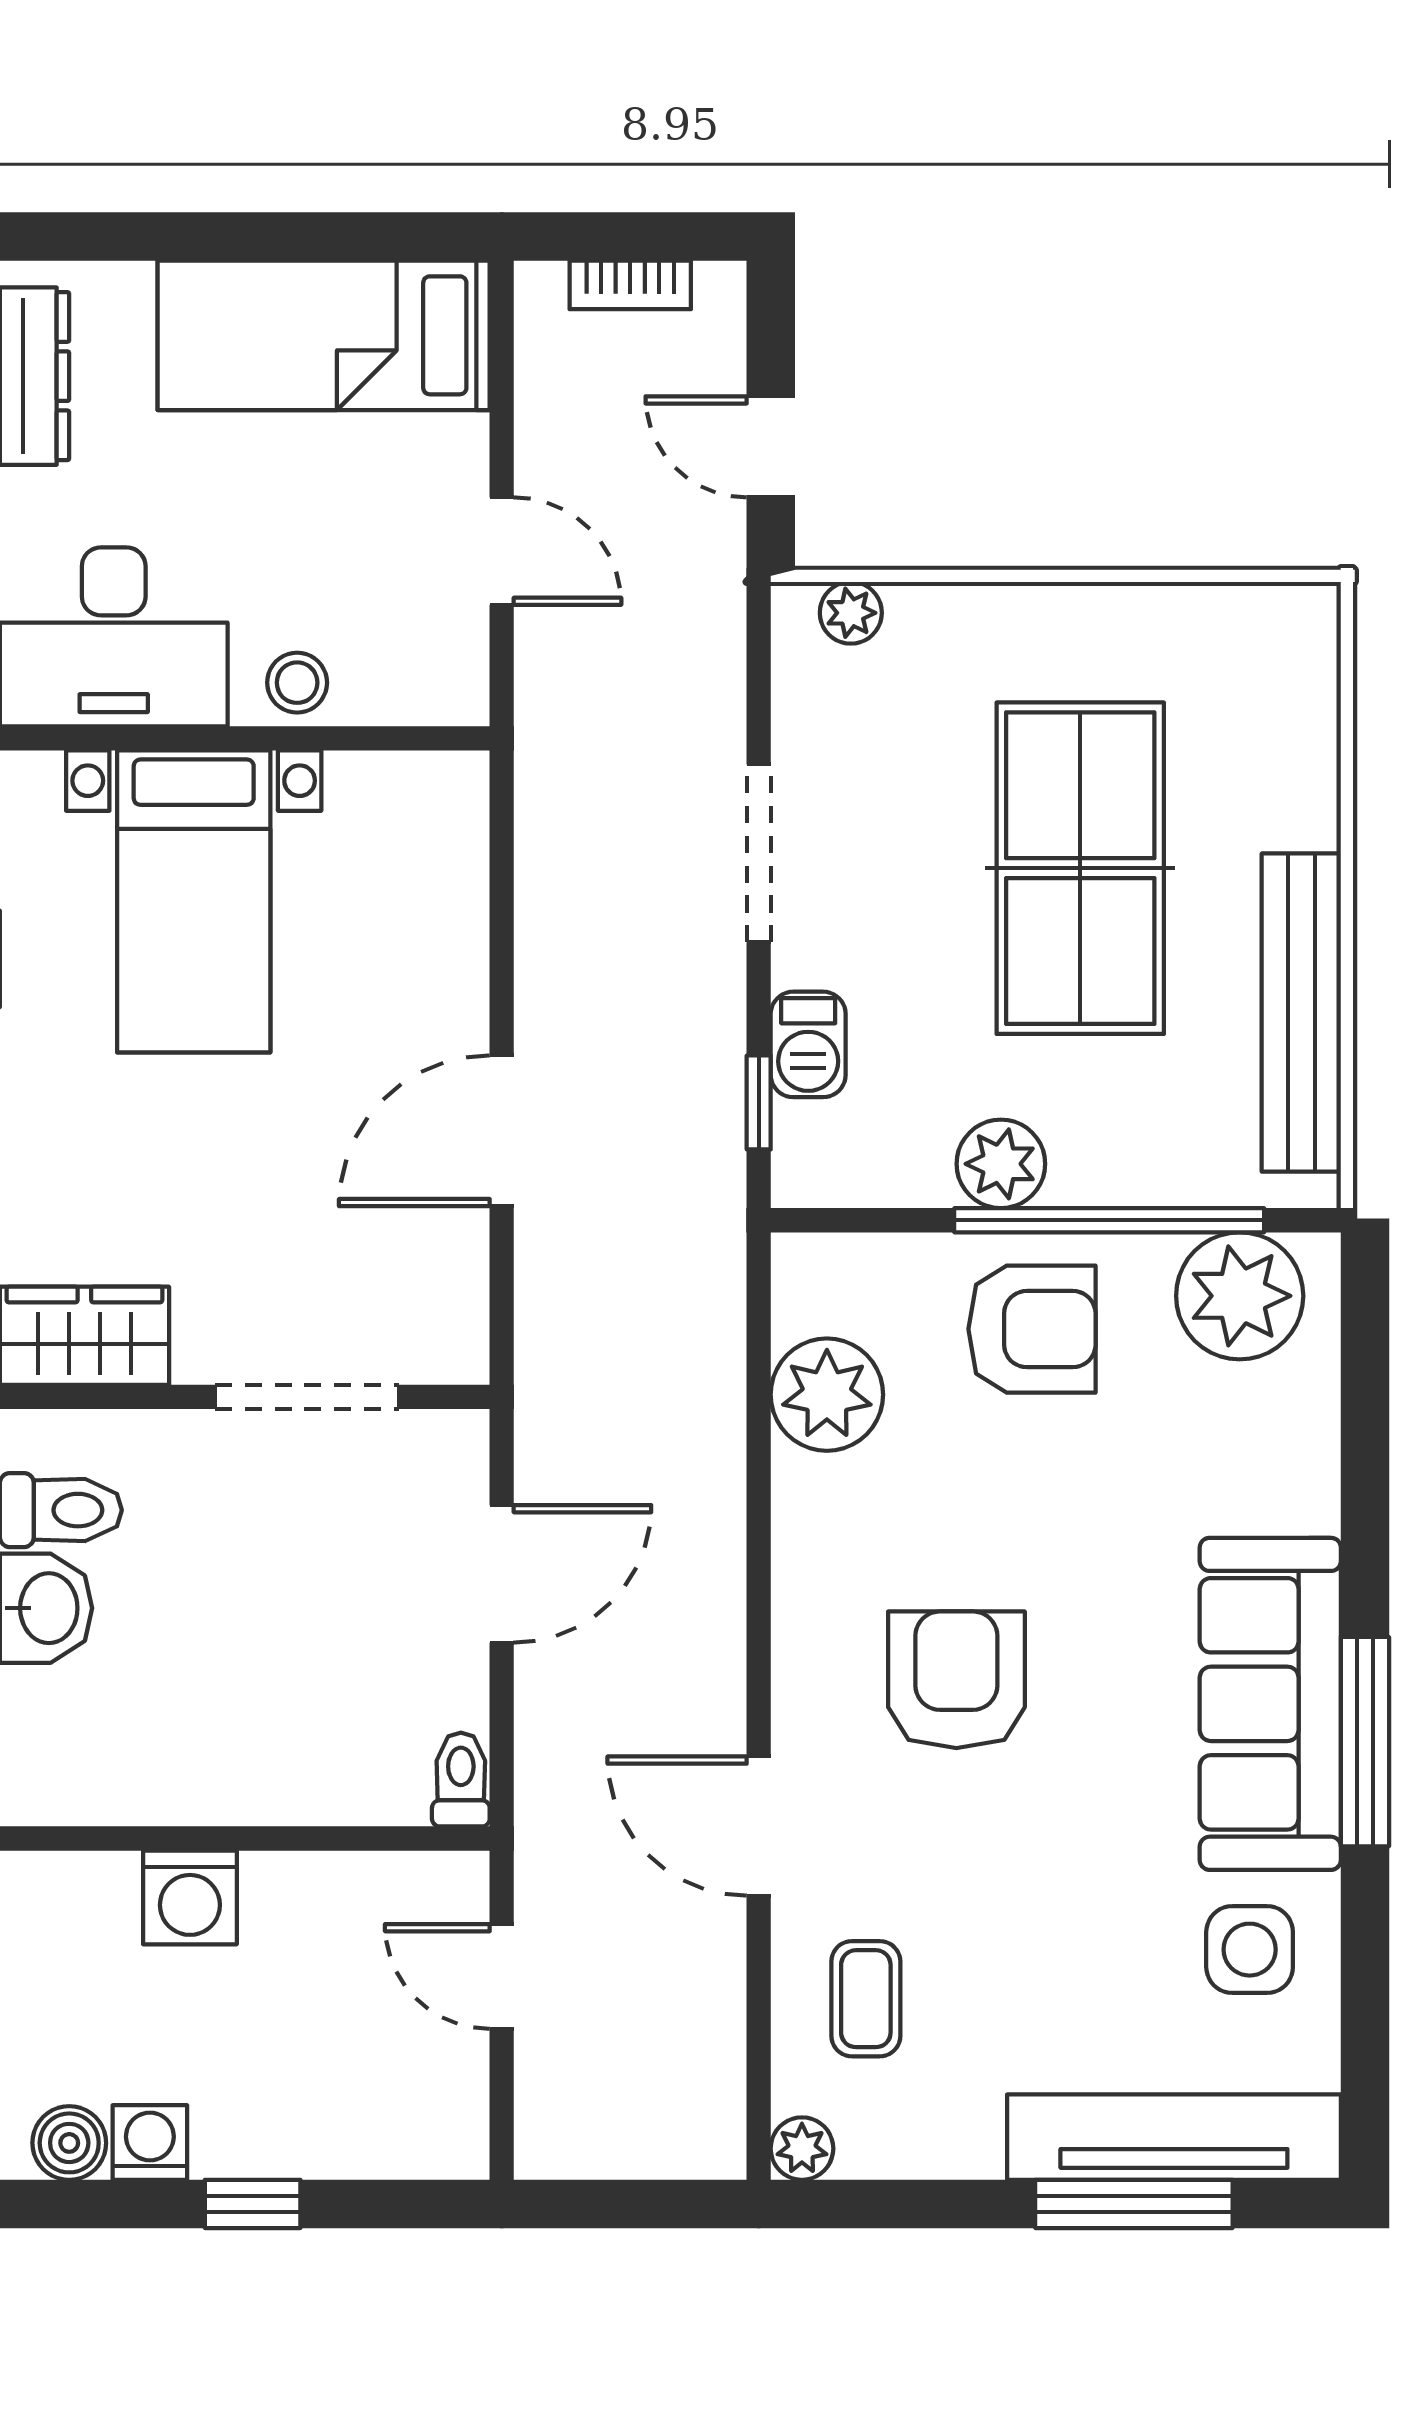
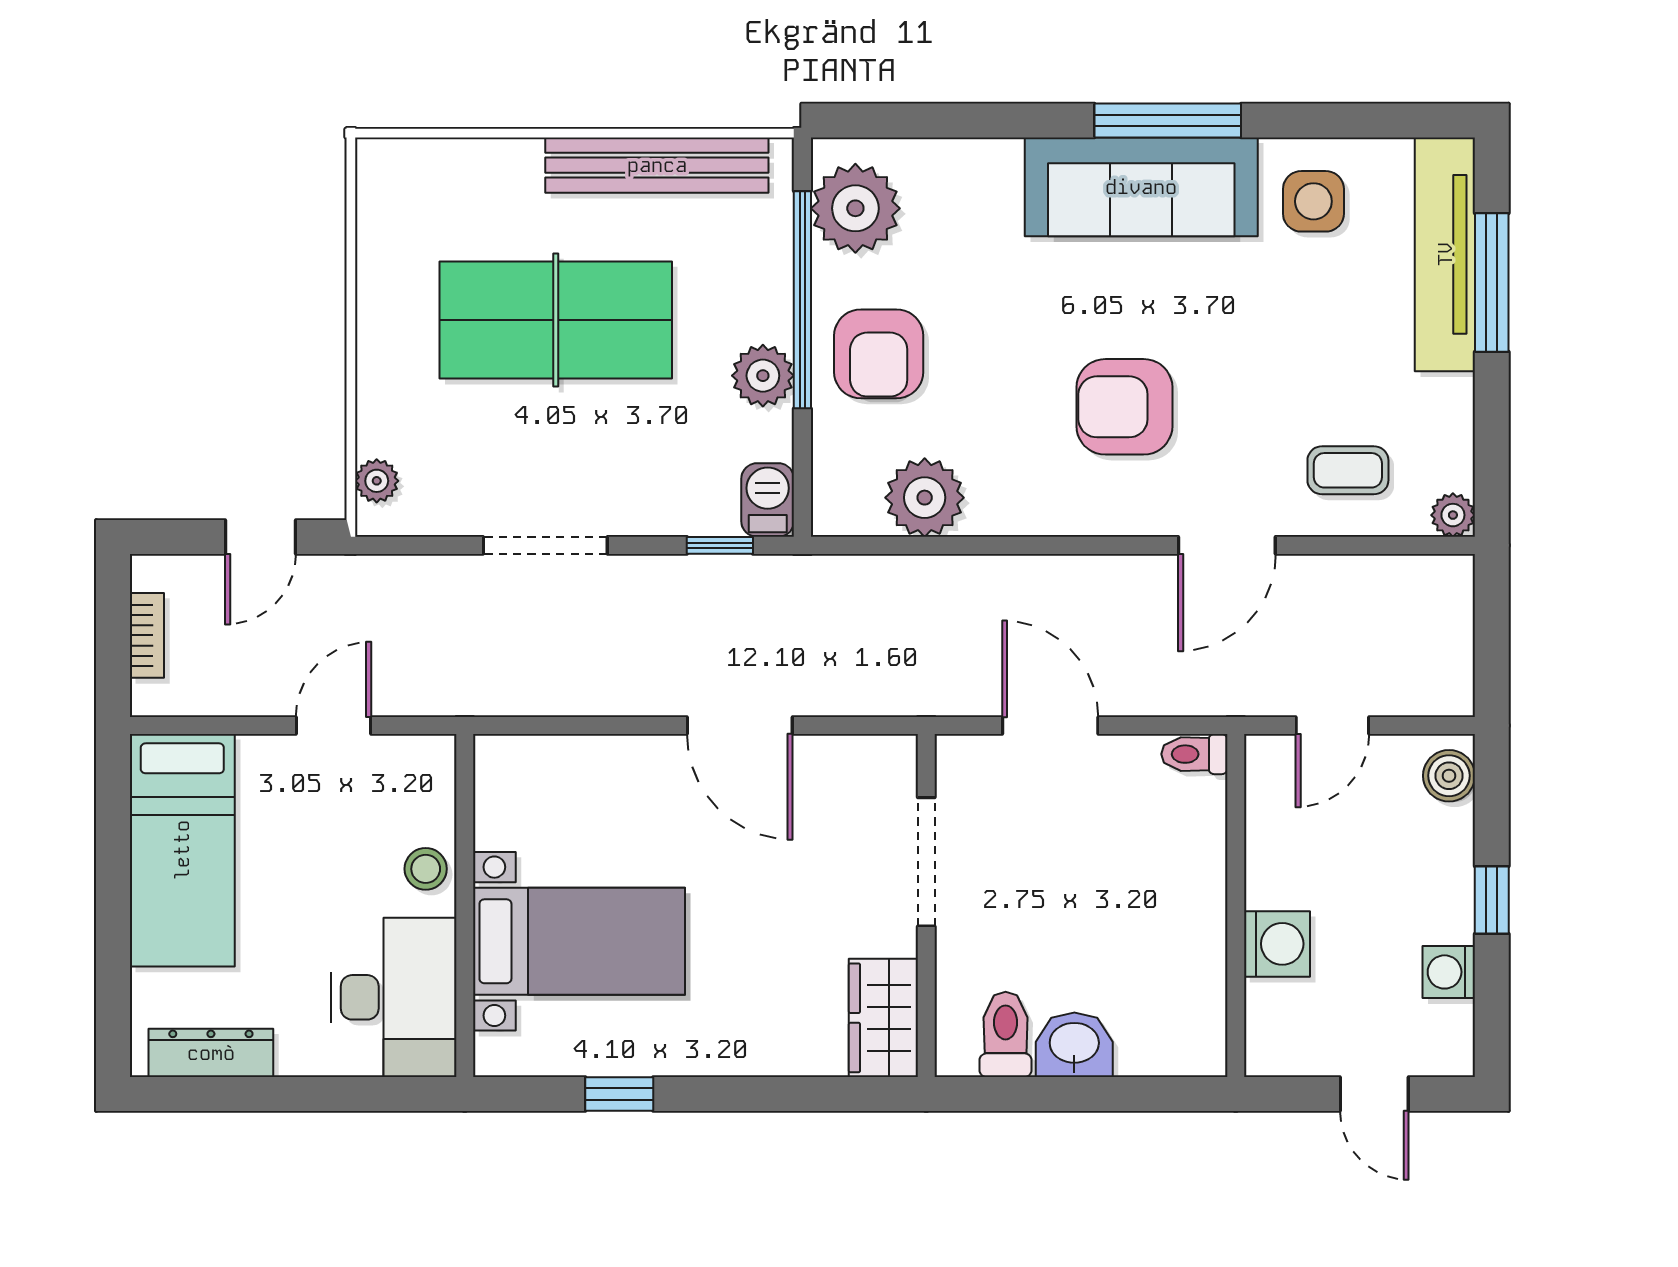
barbecue: (808, 1044) -> (768, 500), moved, turned -90
armchair: (1032, 1329) -> (879, 354), turned 180
boiler: (69, 2143) -> (1449, 776), moved

